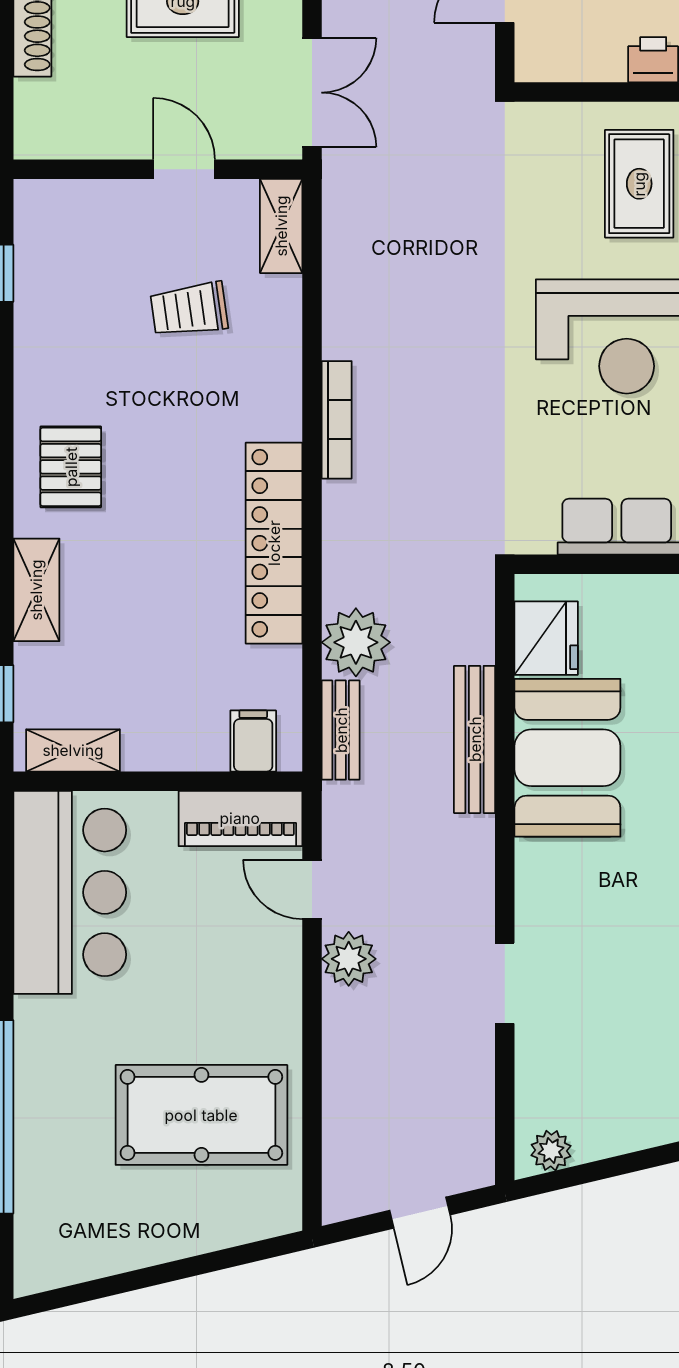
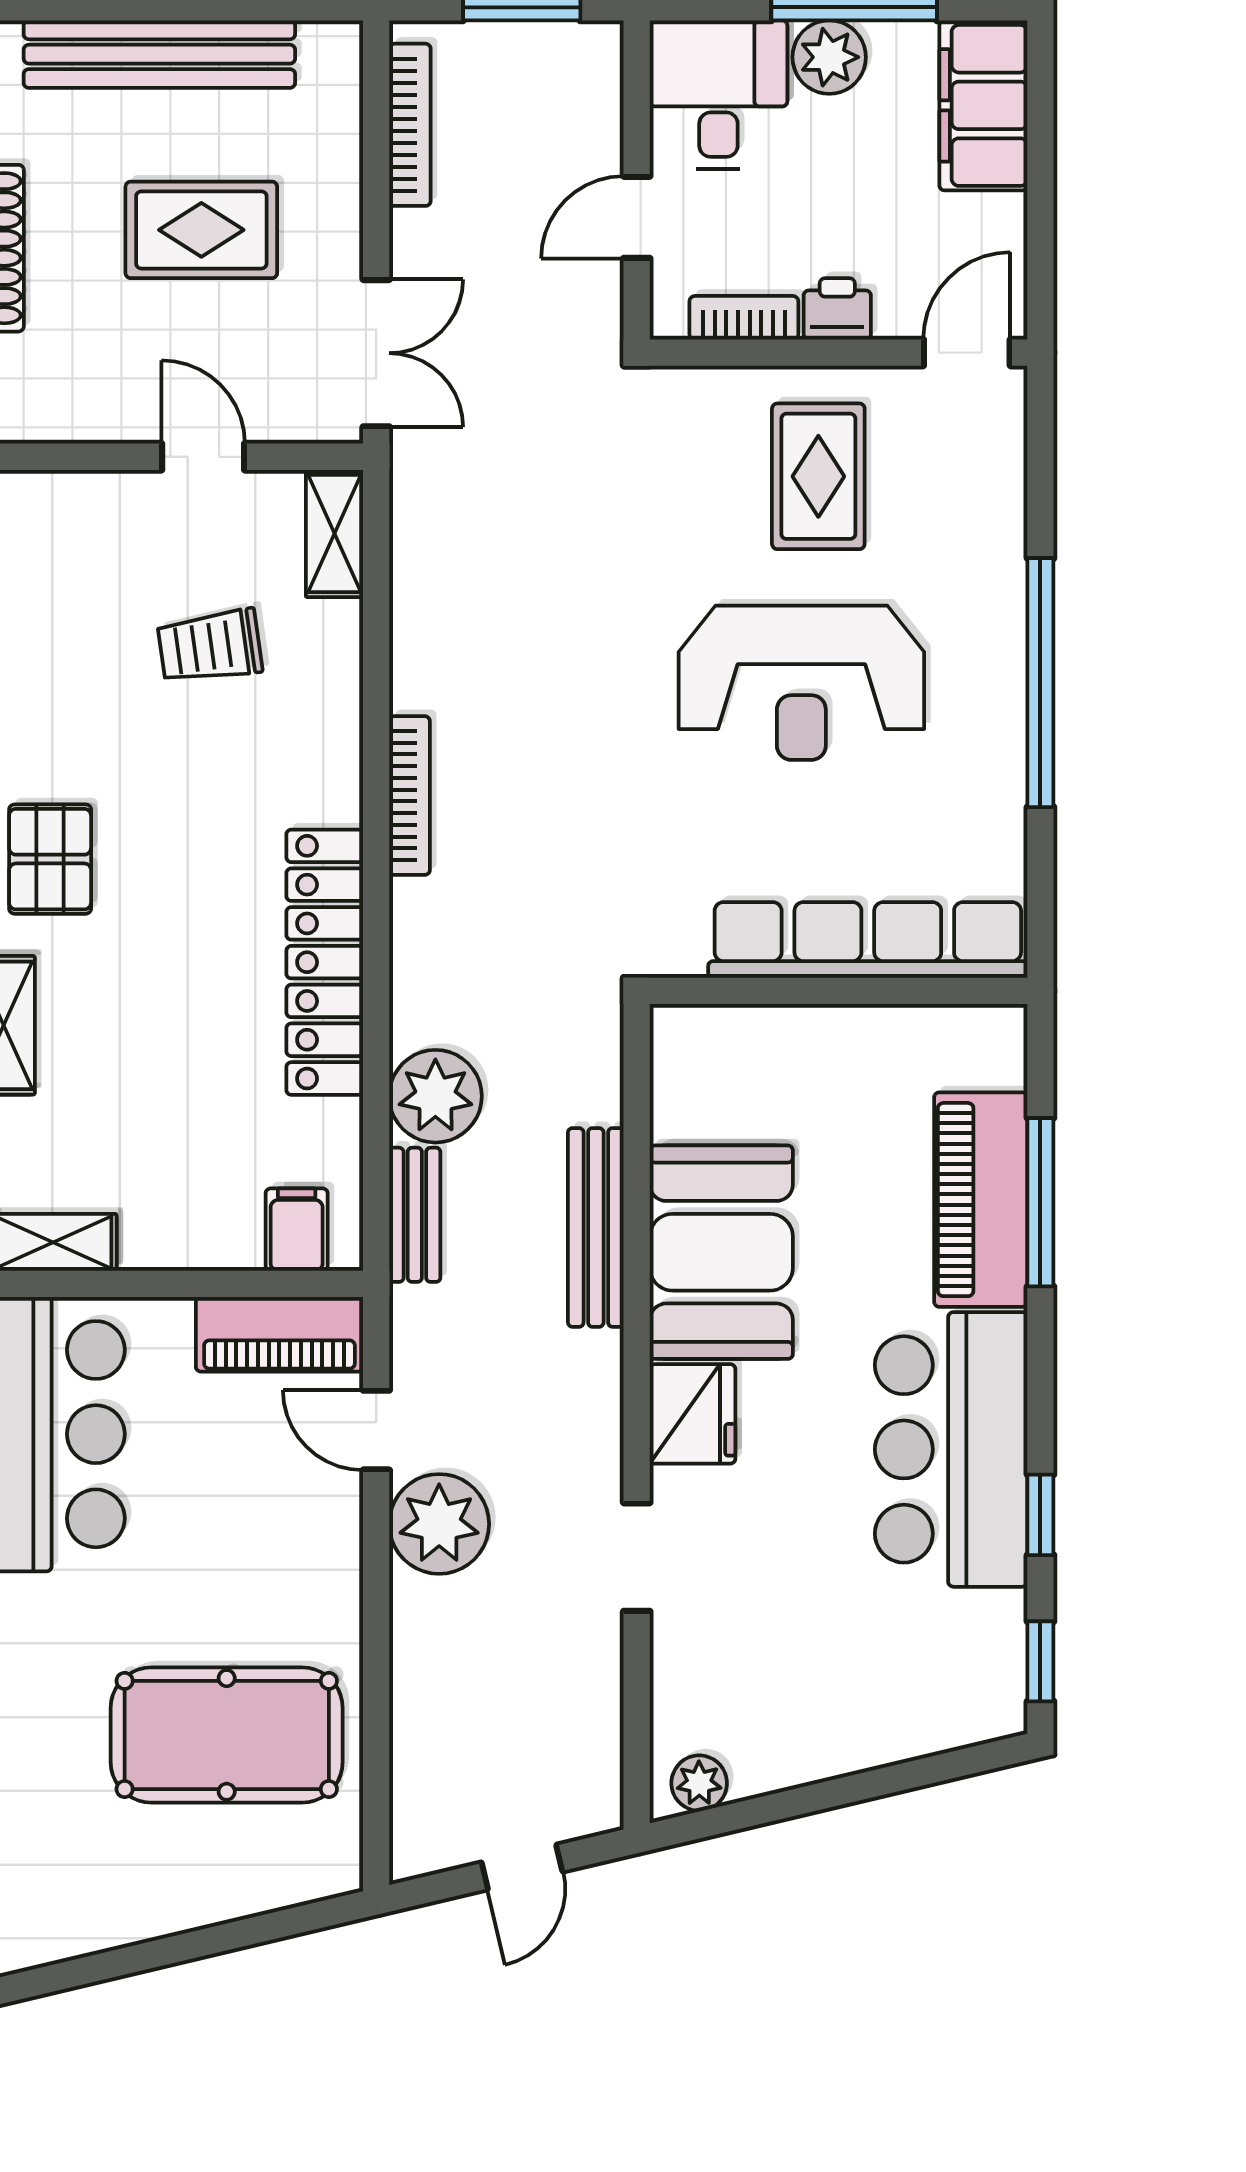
bookcase: (584, 66) -> (744, 318), added
fridge: (546, 638) -> (693, 1414), moved
plant: (349, 959) -> (439, 1524), width x1.36, depth x1.36

